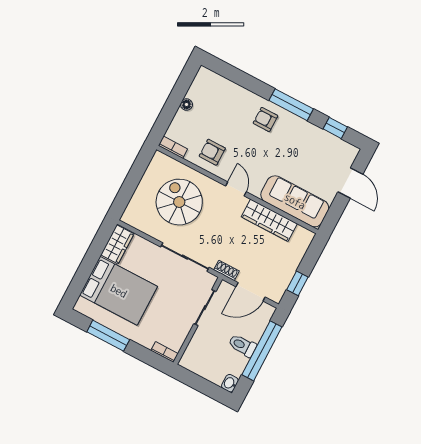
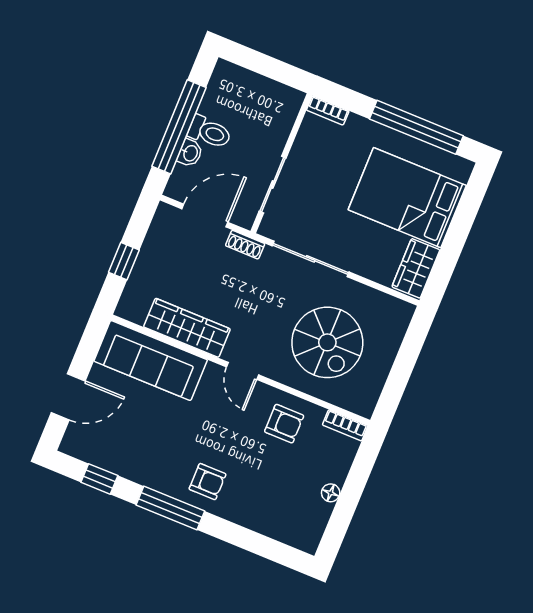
door: (350, 183) -> (68, 397), swing flipped
window: (297, 283) -> (124, 261), moved
window: (108, 336) -> (416, 127), width x1.46
washbasin: (230, 383) -> (190, 153), moved

